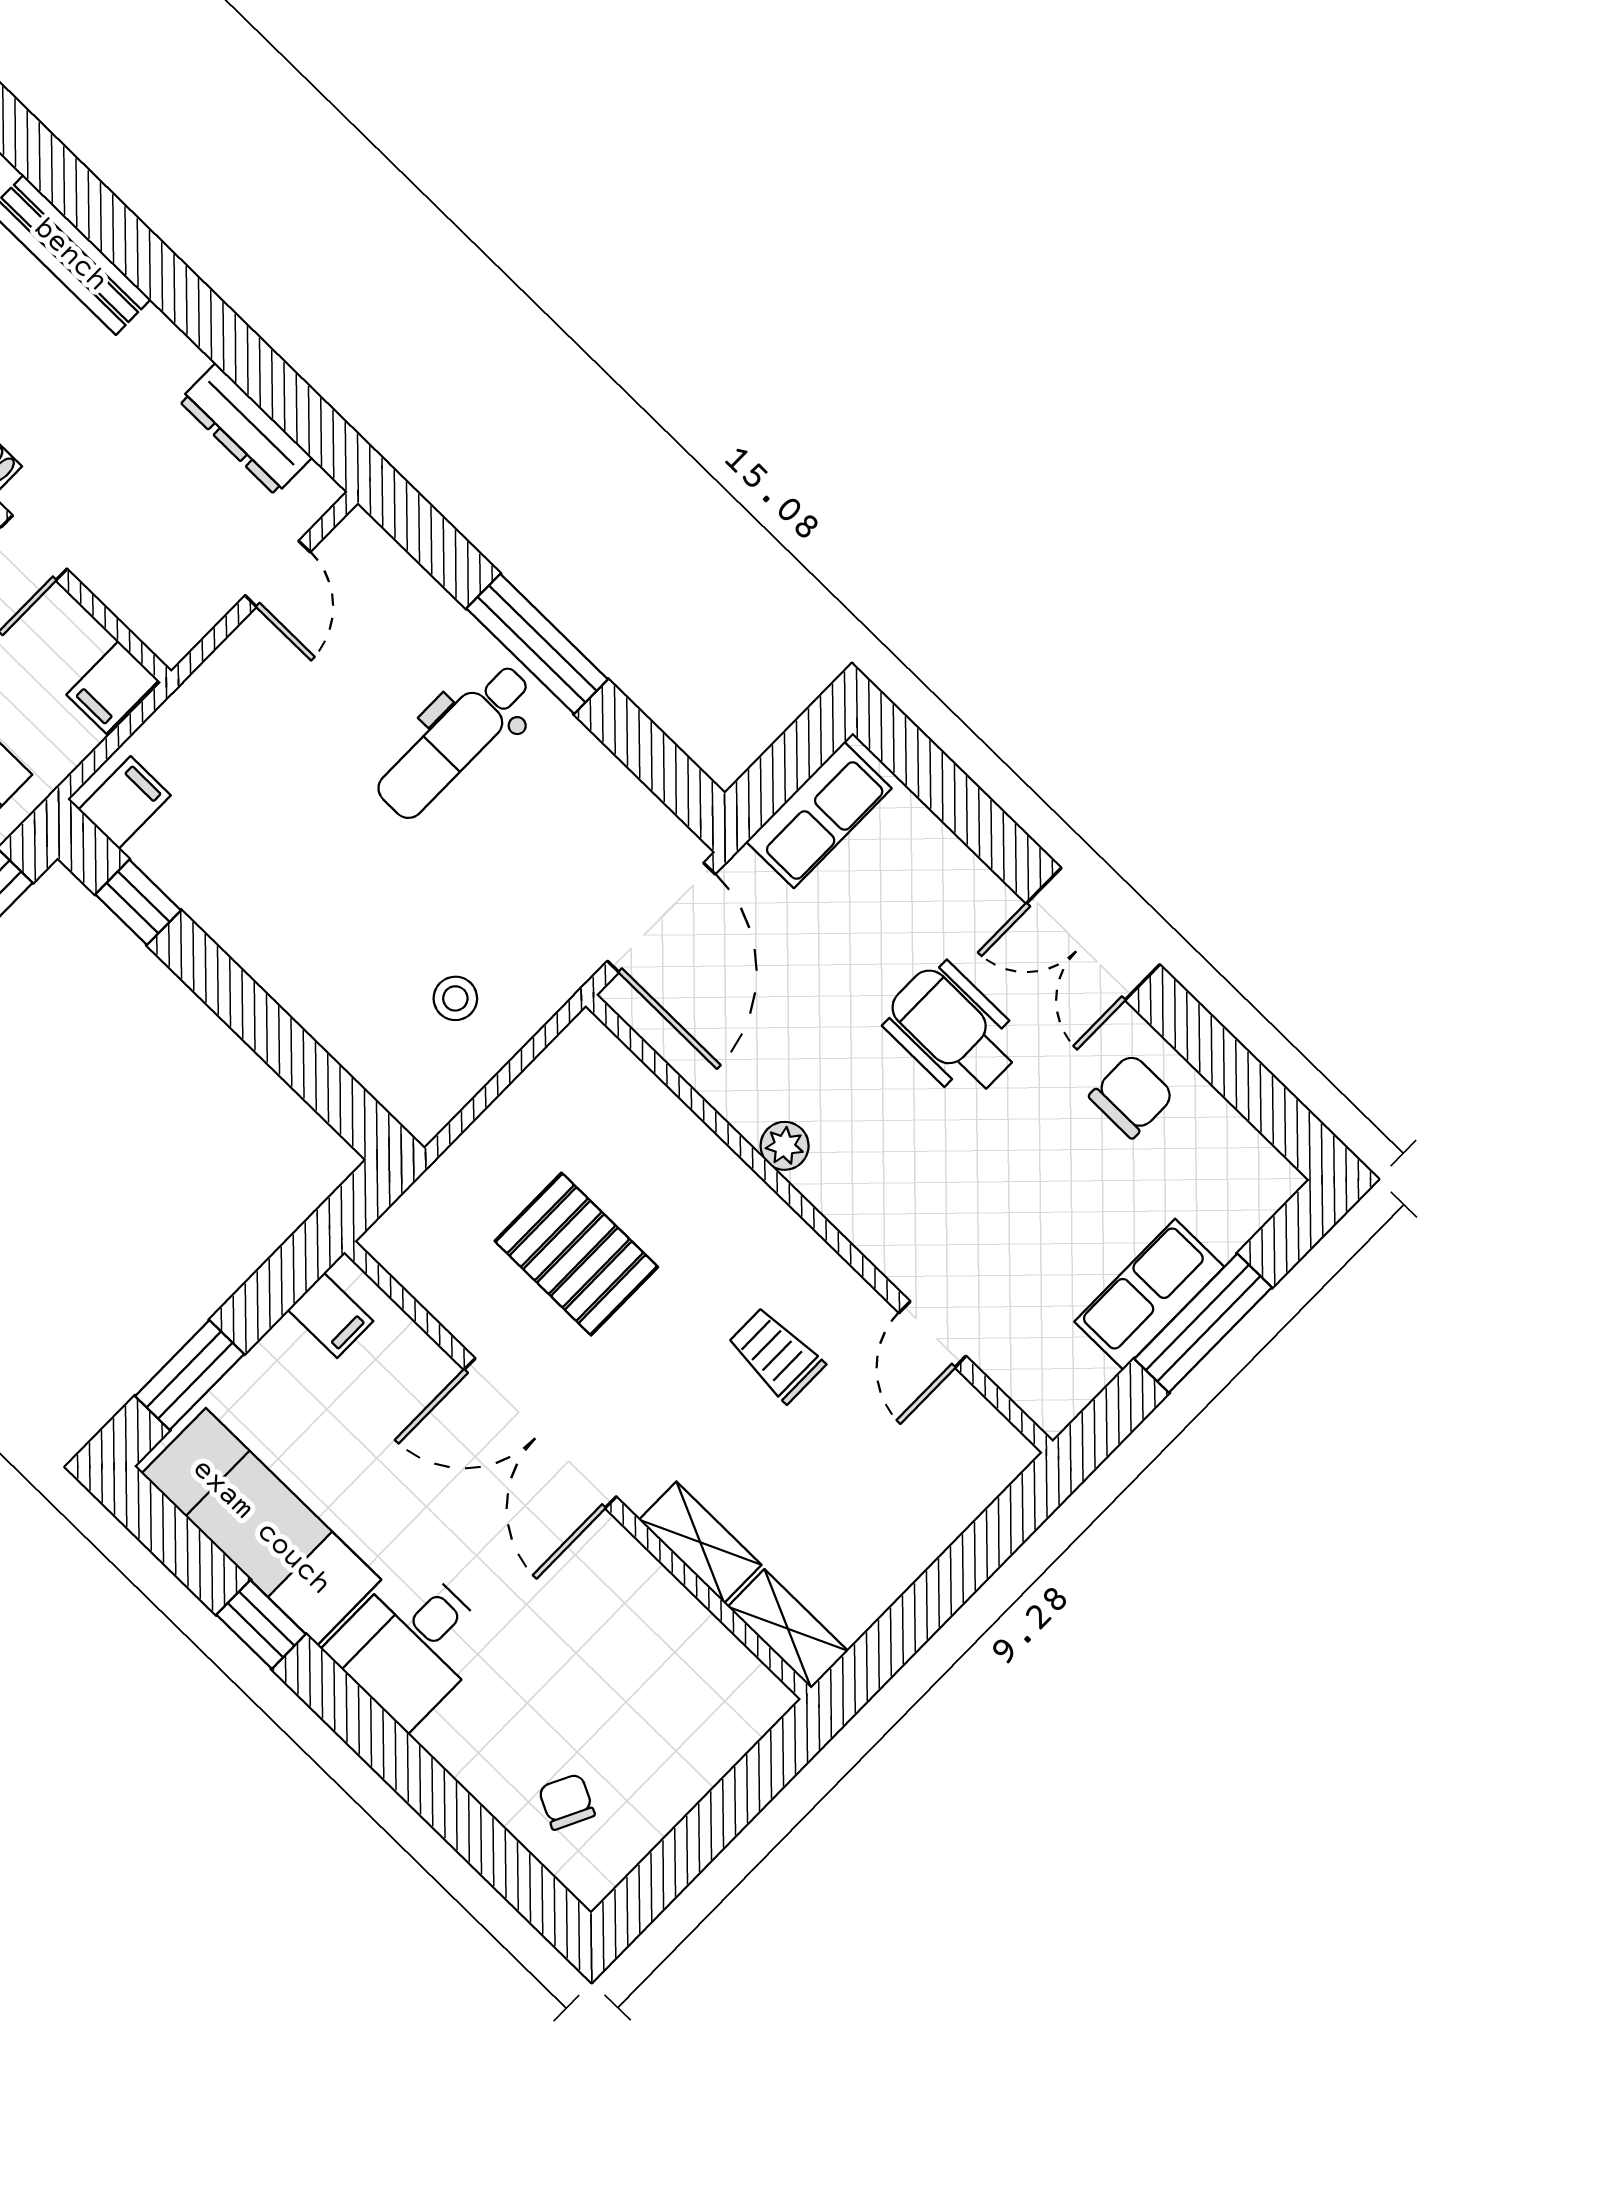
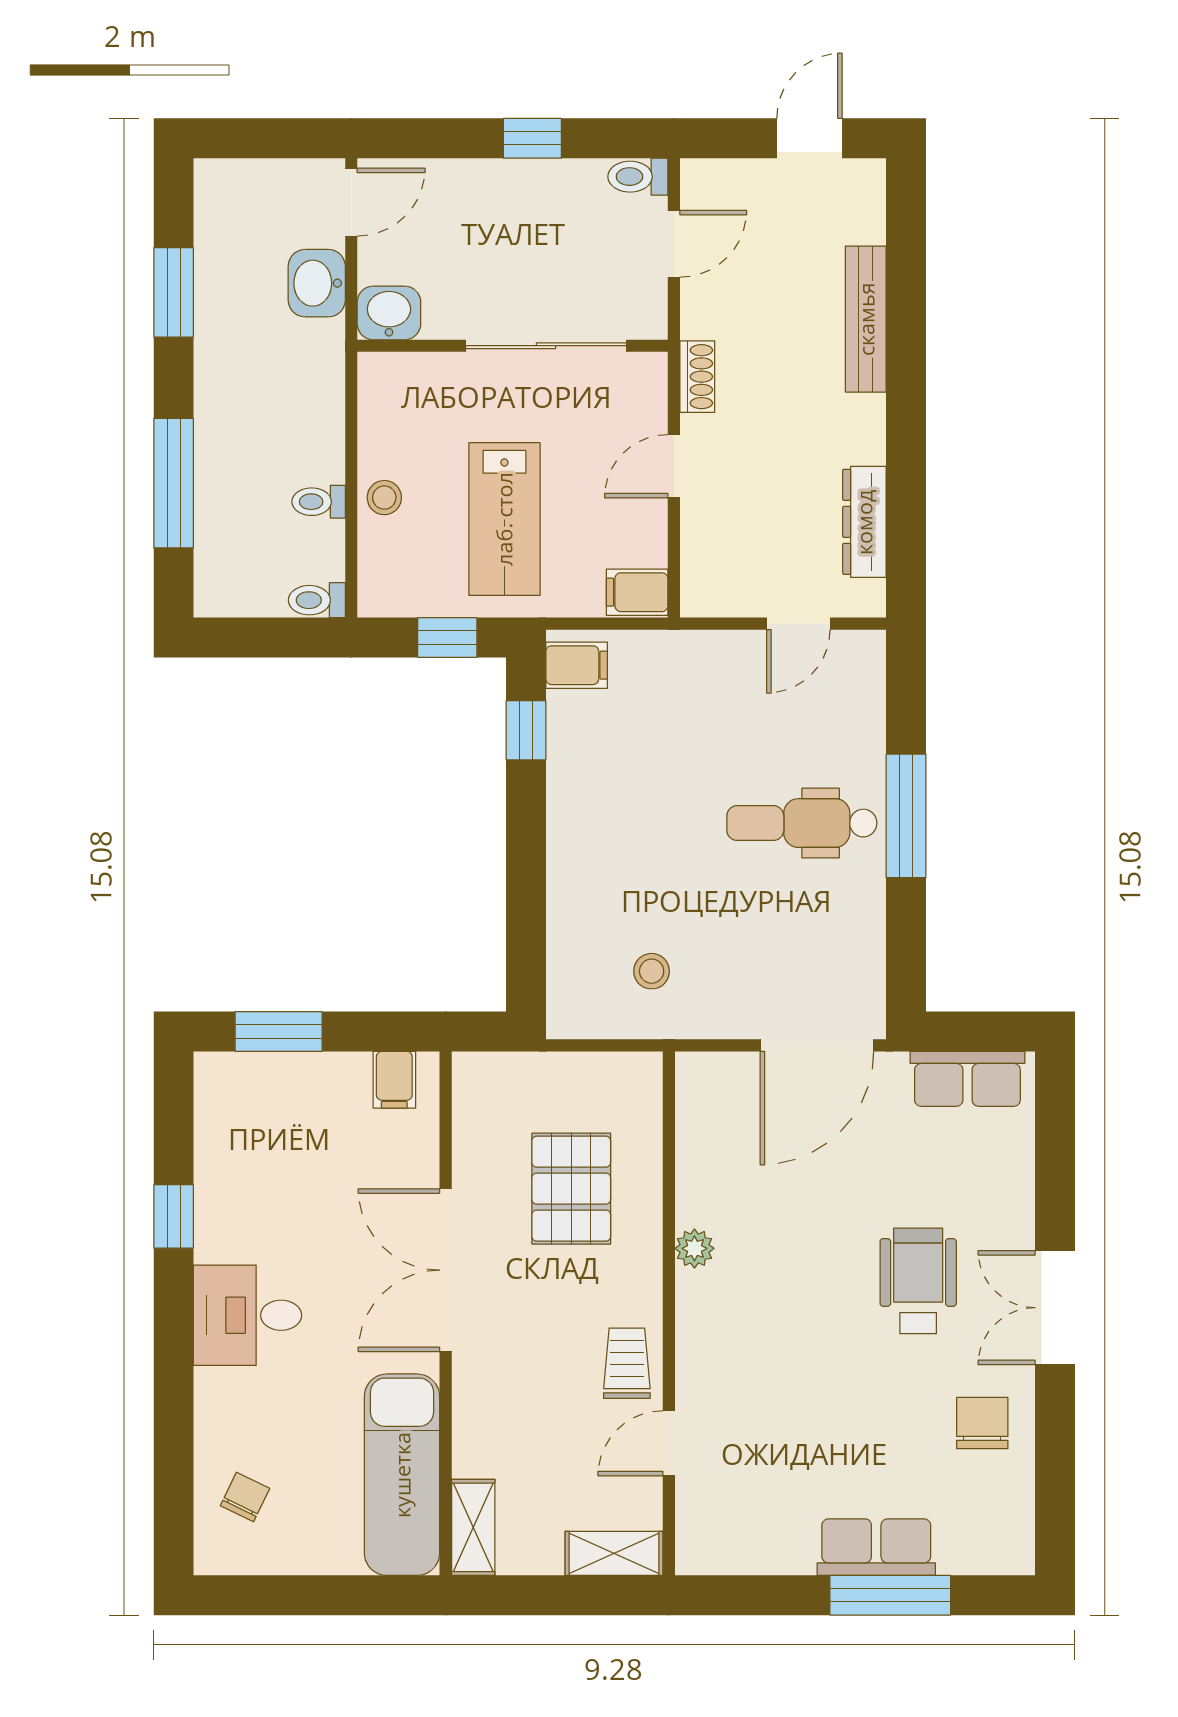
chair: (1132, 1096) -> (982, 1423), turned -90
plant: (785, 1146) -> (694, 1248), moved
wall: (819, 1224) -> (669, 1313), moved
door: (933, 1334) -> (669, 1443), moved
exam couch: (261, 1527) -> (402, 1475), moved, turned 180
shelving: (700, 1542) -> (614, 1553), moved, turned 90

